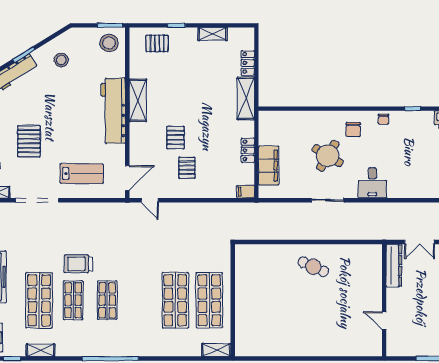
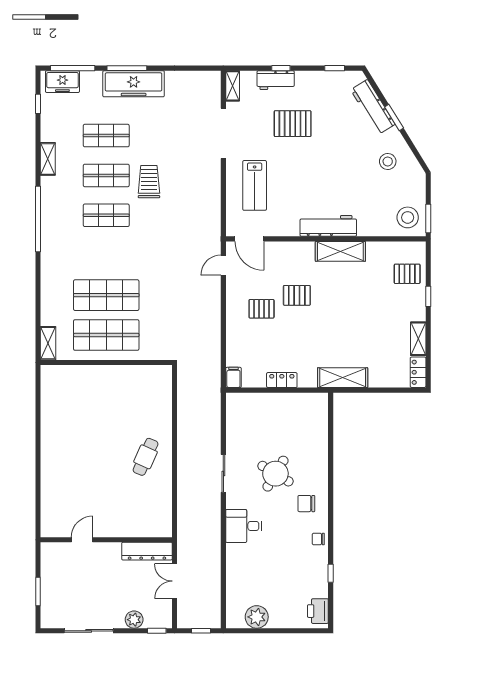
pallet: (157, 43) -> (407, 274), turned 90
locker: (248, 63) -> (418, 372), moved, turned -90
workbench: (113, 111) -> (328, 226), width x0.73, depth x0.76
filing cabinet: (269, 166) -> (264, 404), removed
shop shelf: (39, 300) -> (106, 136), width x0.70, depth x0.74
shelving: (41, 350) -> (48, 159), moved

